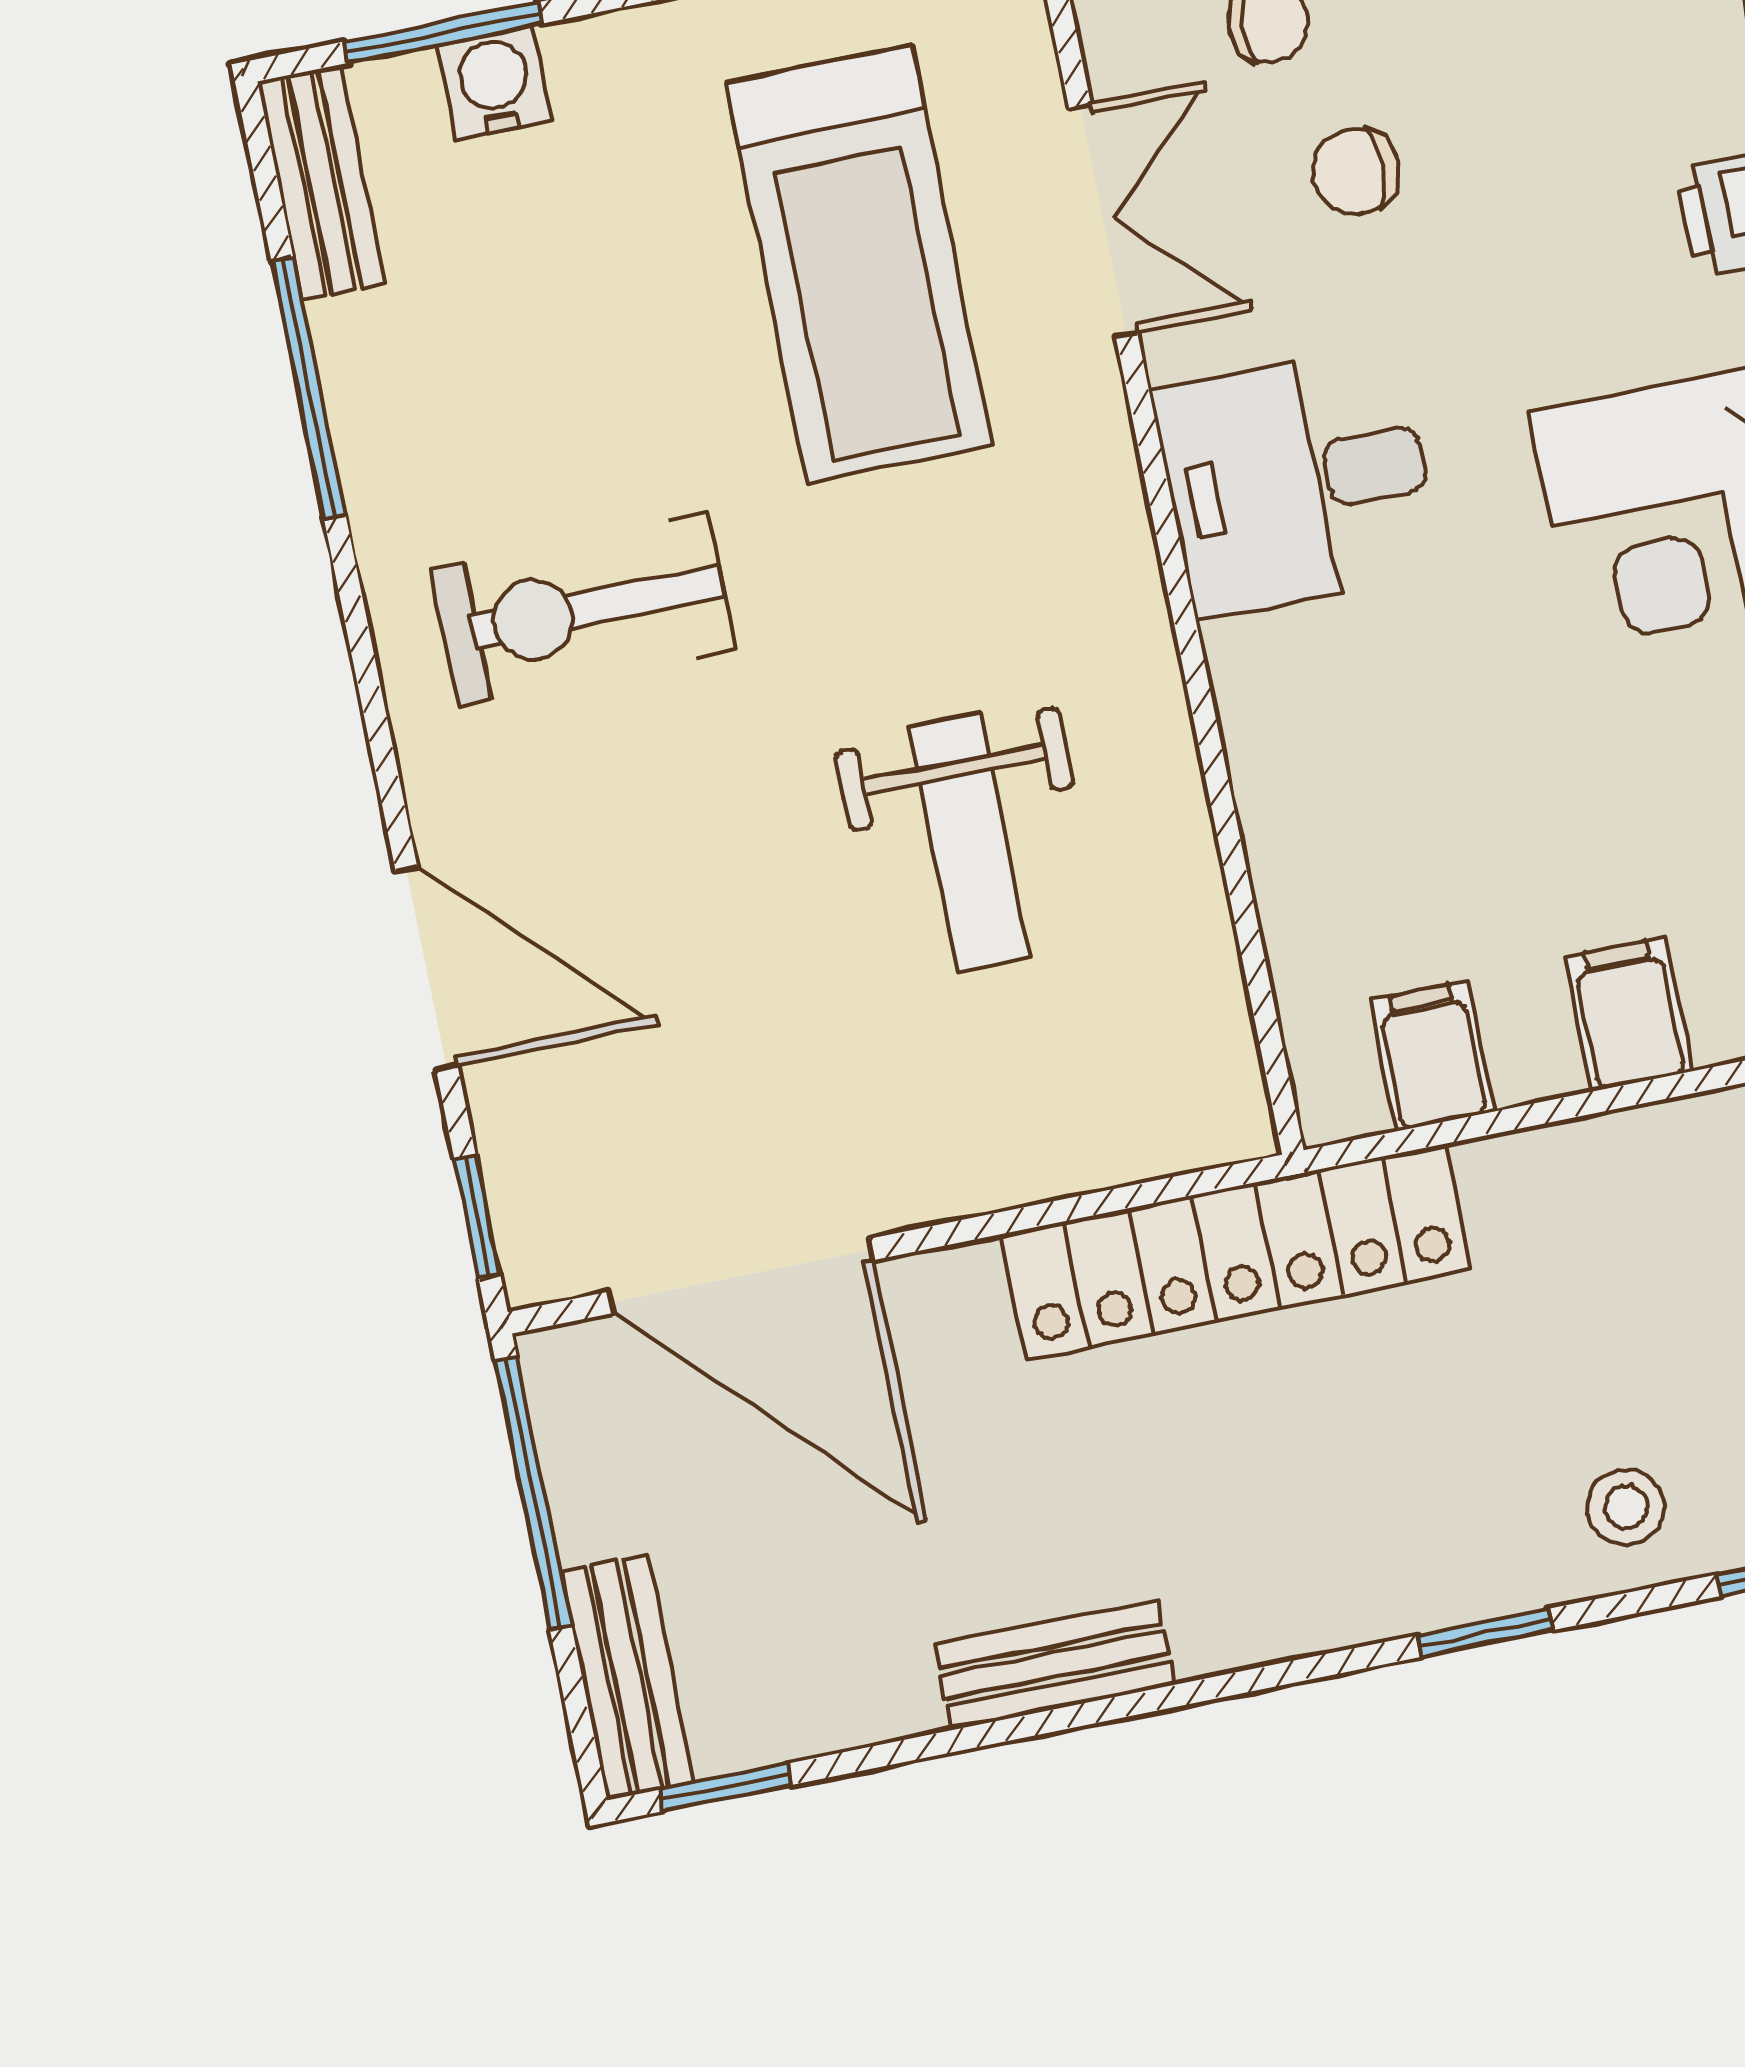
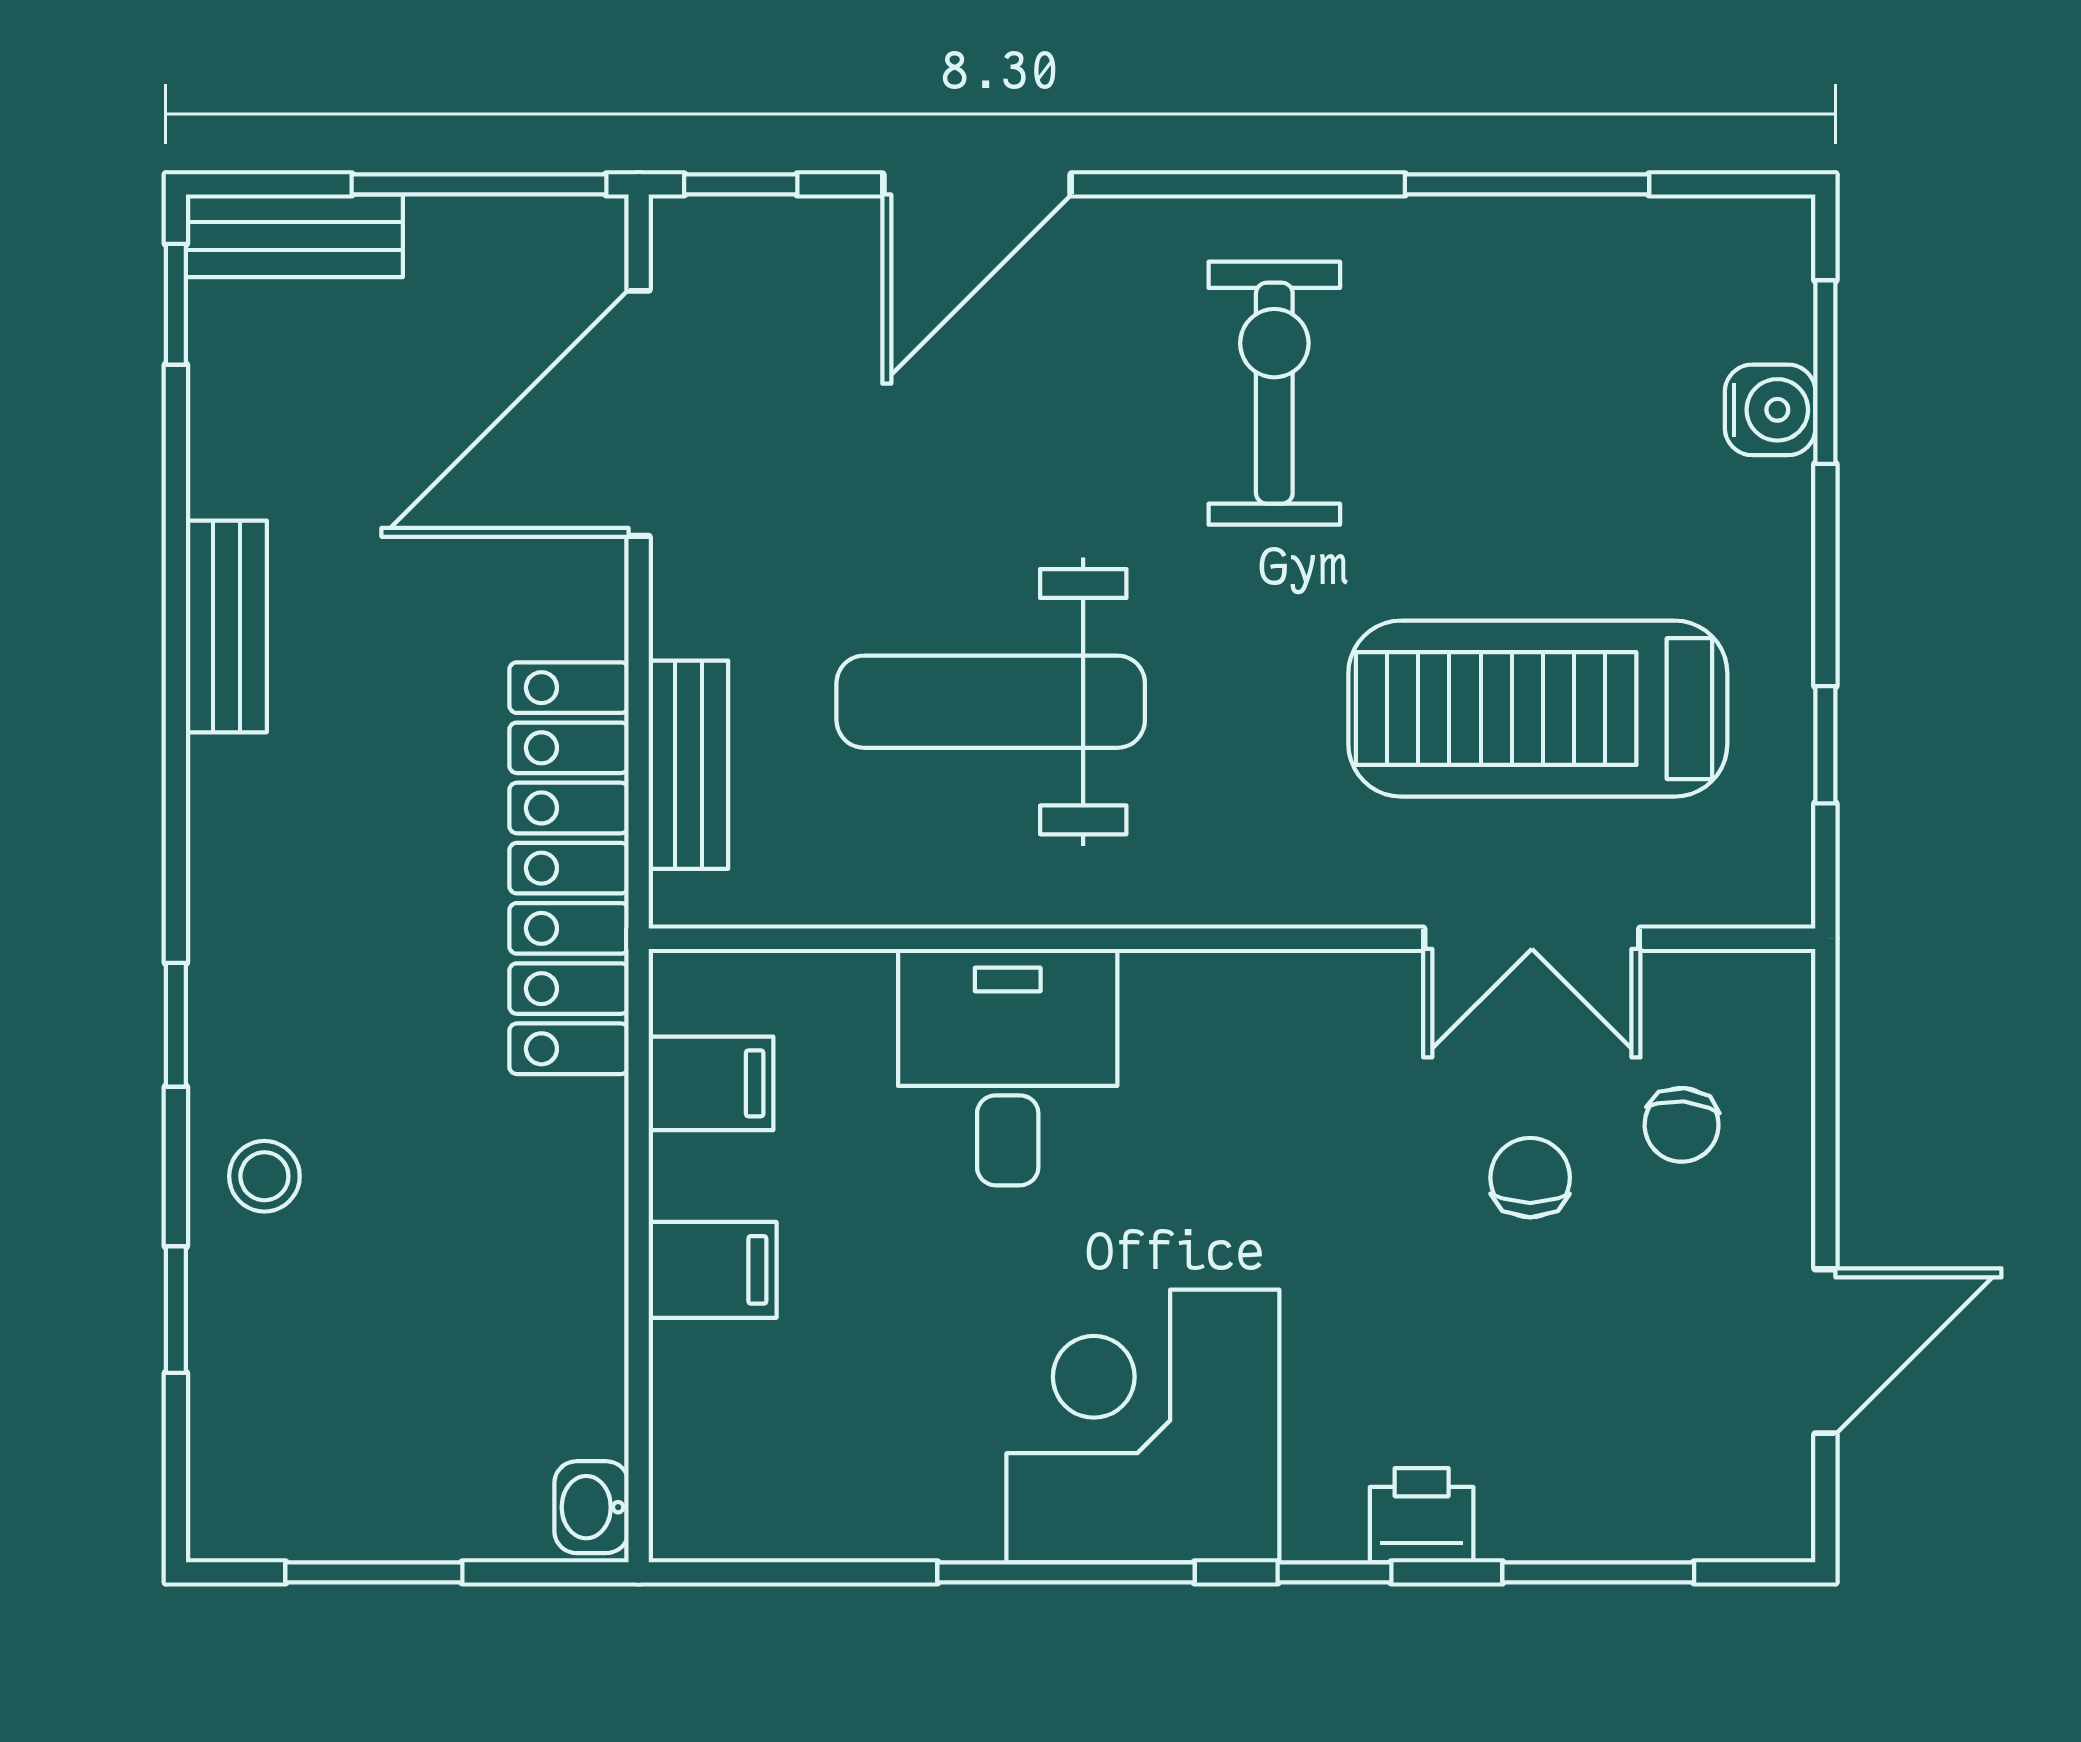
bench: (322, 183) -> (688, 765), moved, turned 90
desk: (1297, 482) -> (1008, 1067), moved
weight bench: (969, 843) -> (991, 702), width x1.36, depth x1.33

